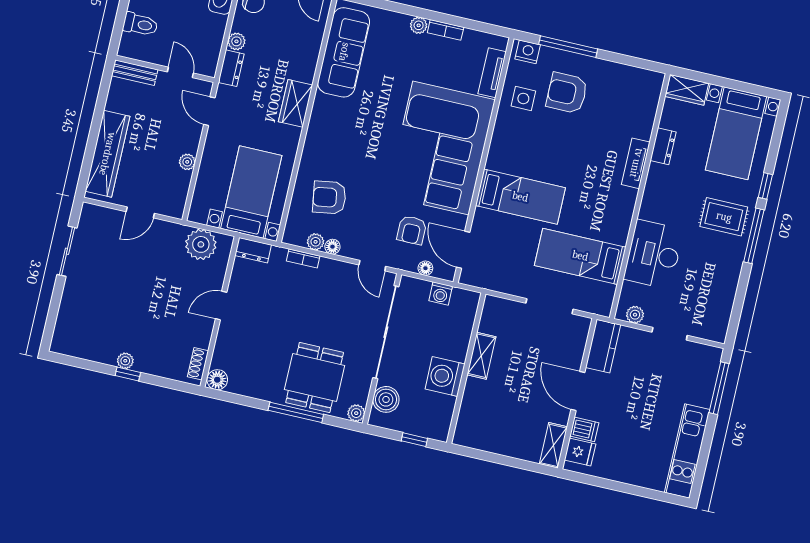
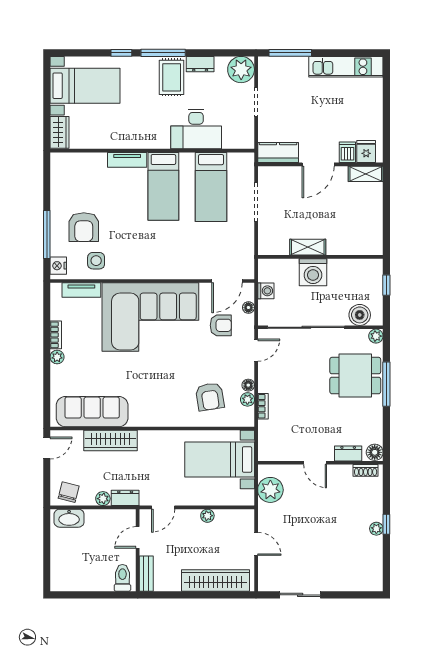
toilet: (140, 24) -> (122, 578), moved
wardrobe: (295, 103) -> (110, 440), moved, width x1.50
dresser: (663, 146) -> (200, 64), moved, turned 180
bed: (520, 197) -> (163, 186), moved, turned 180
rug: (724, 217) -> (172, 77), moved
dresser: (253, 250) -> (348, 453), moved, turned -90
plant: (635, 315) -> (241, 70), moved, width x1.88, depth x1.88
washing machine: (445, 376) -> (313, 272), moved

